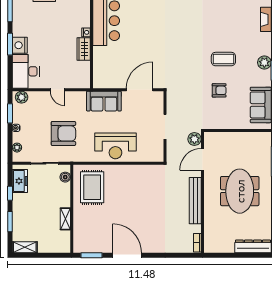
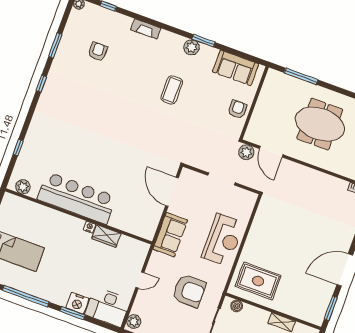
armchair: (219, 90) -> (237, 109), moved
armchair: (63, 133) -> (189, 291), turned 90
bench: (195, 201) -> (313, 176), removed

